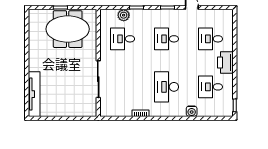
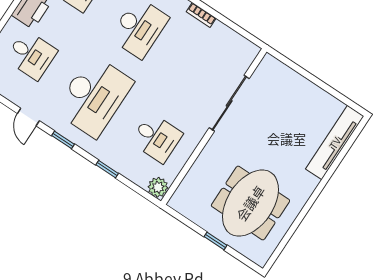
plant: (124, 15) -> (158, 187), moved
meeting table: (68, 29) -> (250, 203), moved, turned 90
desk: (167, 39) -> (94, 96), width x1.87, depth x1.30

